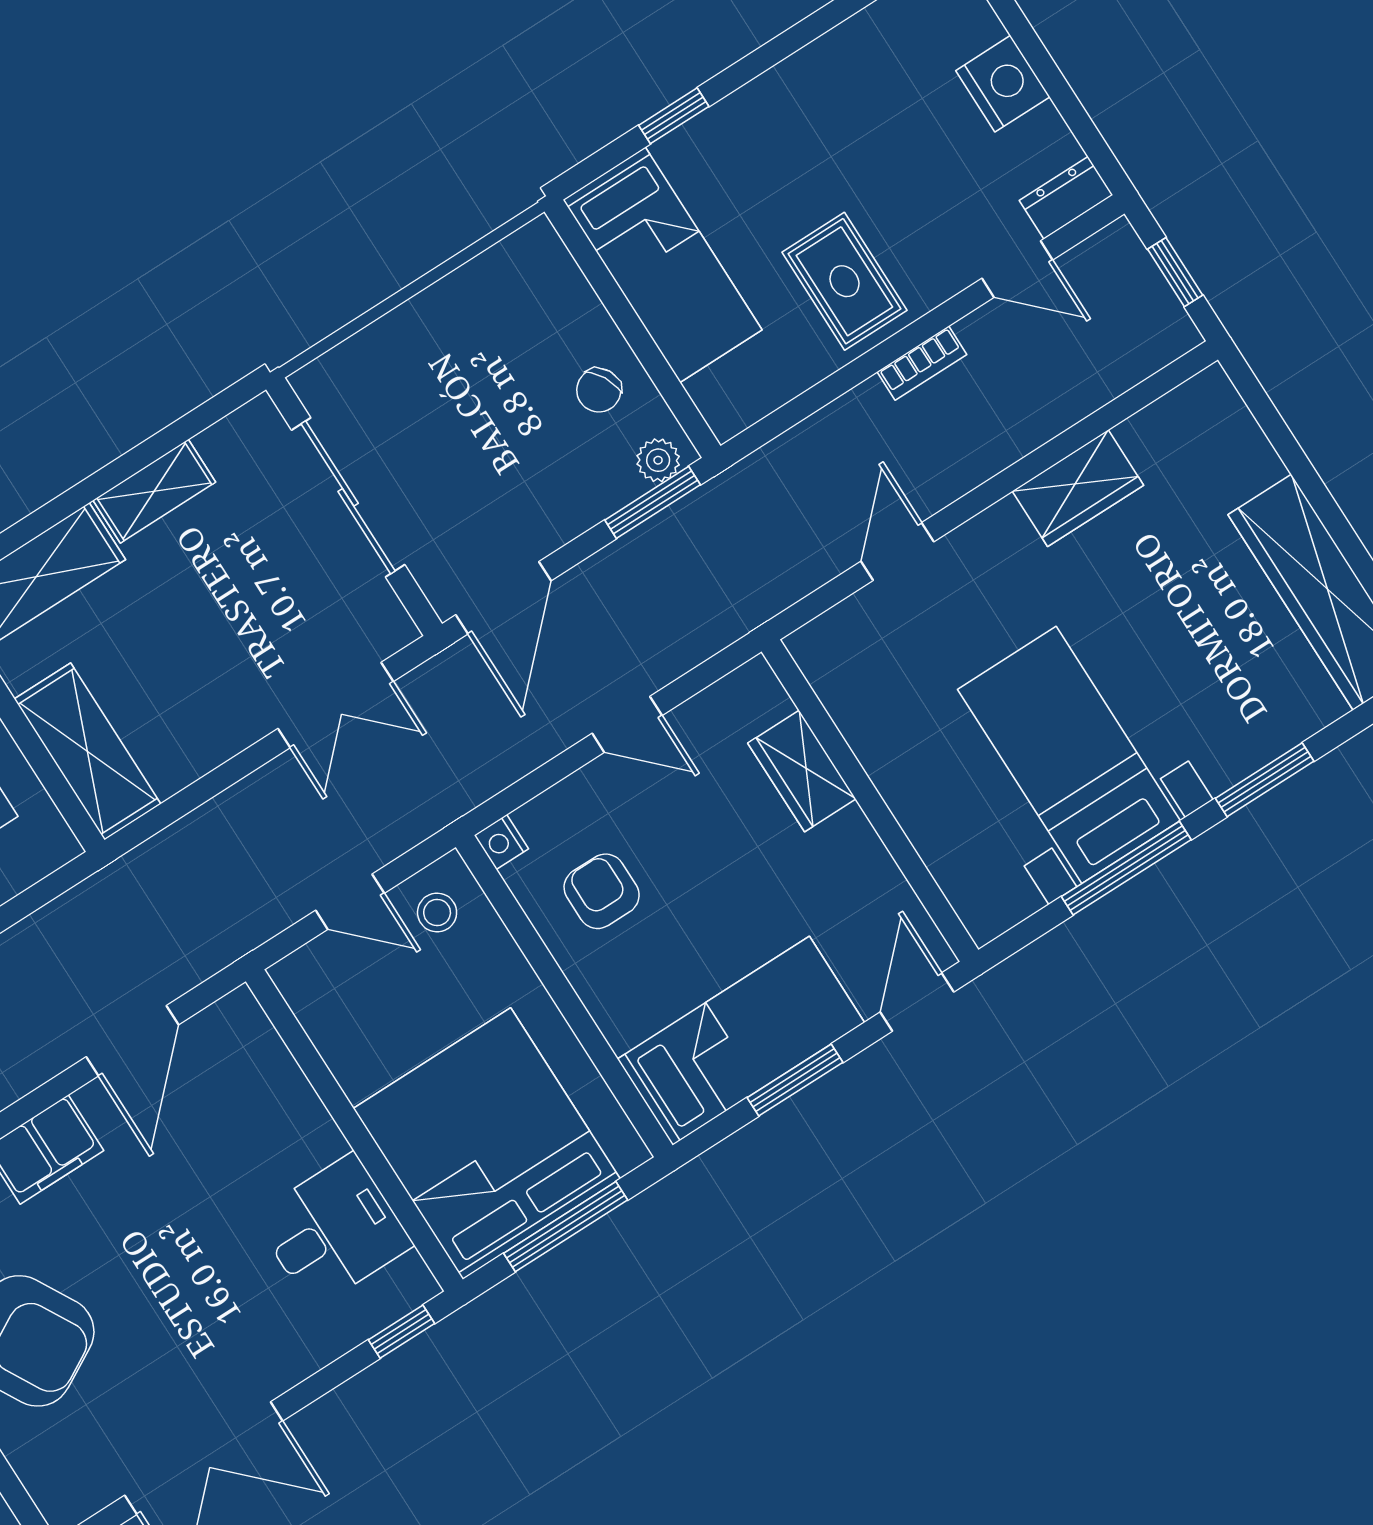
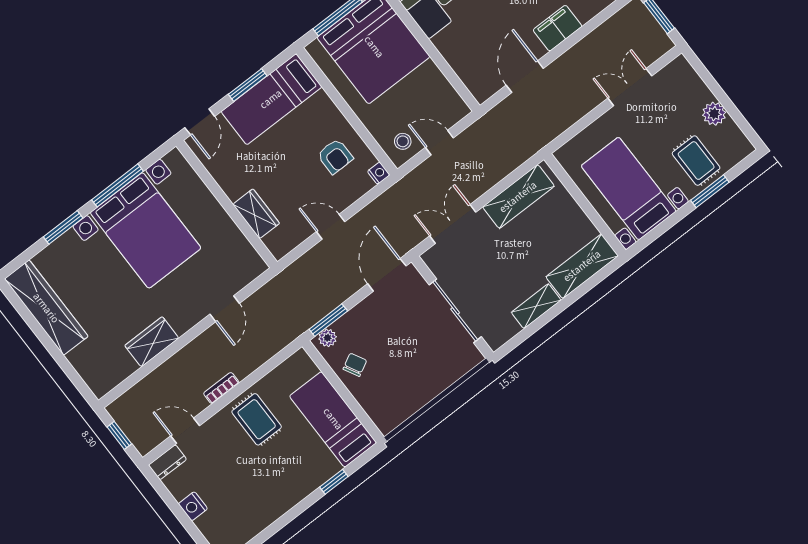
nightstand: (1003, 84) -> (193, 506), width x0.74, depth x0.75
shelving: (87, 751) -> (518, 197), moved, turned 90
bed with nightstands: (1069, 755) -> (146, 230), width x1.36

